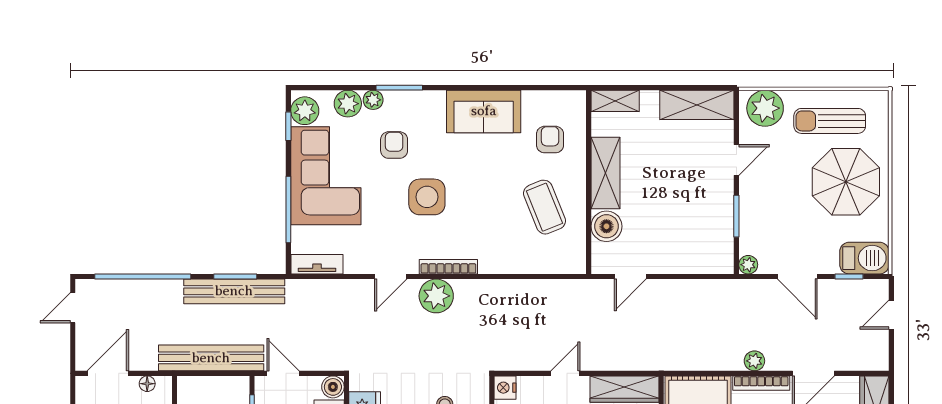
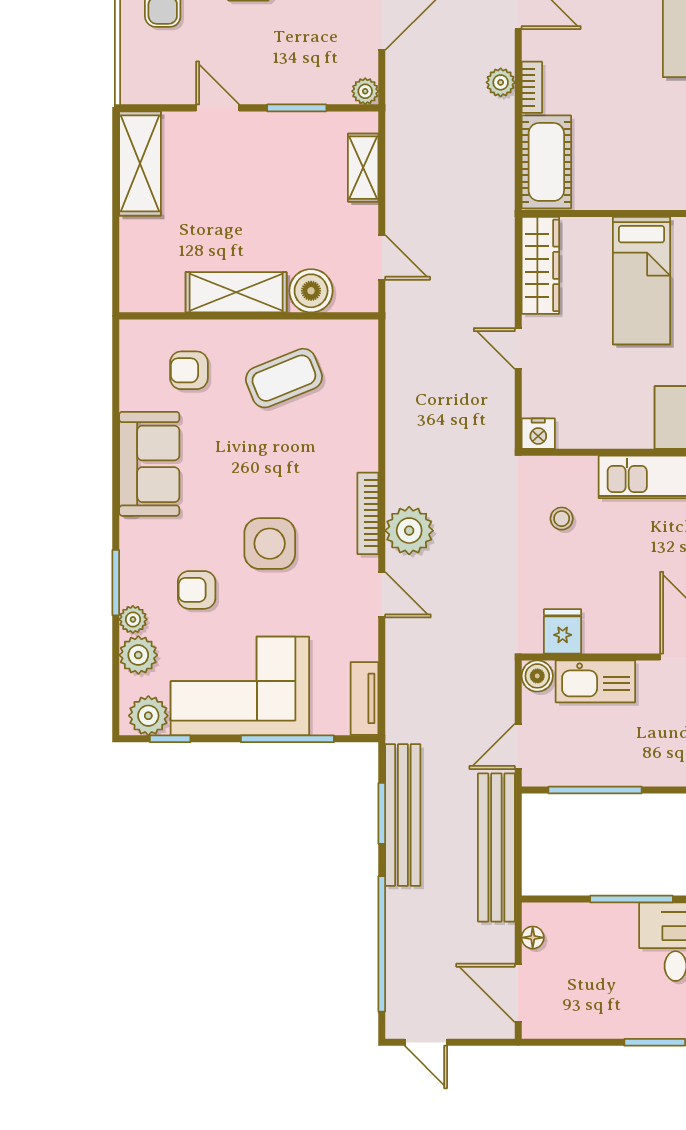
shelving: (615, 101) -> (363, 168), moved
plant: (765, 108) -> (145, 67), removed
bookcase: (761, 383) -> (532, 87), width x0.64

